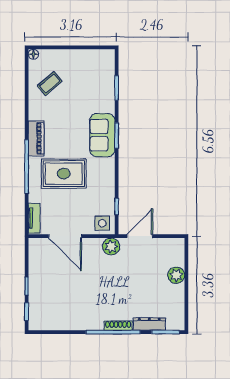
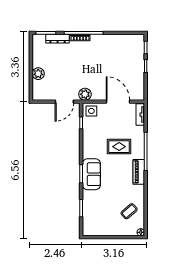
rug: (64, 174) -> (119, 147), width x0.73, depth x0.70

